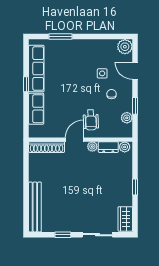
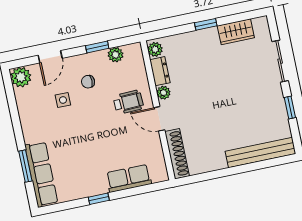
row of seats: (36, 69) -> (41, 174), moved, turned 90
wardrobe: (125, 219) -> (236, 32), moved

